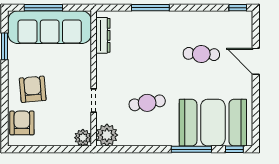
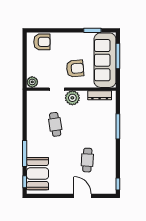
door: (256, 61) -> (83, 196), hinge flipped
armchair: (33, 89) -> (75, 69), moved
booth: (213, 123) -> (38, 174), width x0.73, depth x0.70
plant: (107, 135) -> (72, 98), moved

